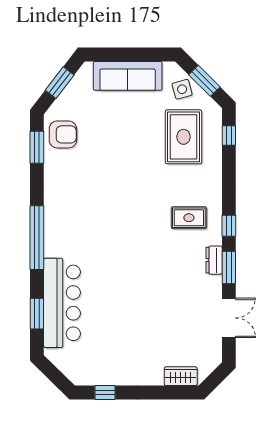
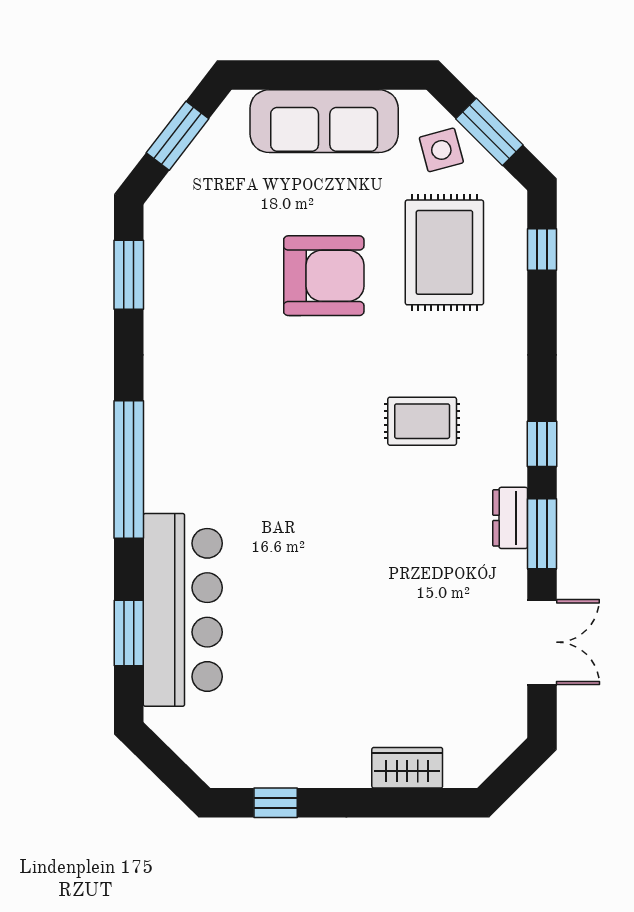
armchair: (63, 134) -> (324, 276), moved, width x1.36, depth x1.36
rug: (189, 218) -> (422, 421), moved
wardrobe: (181, 376) -> (407, 768), moved

